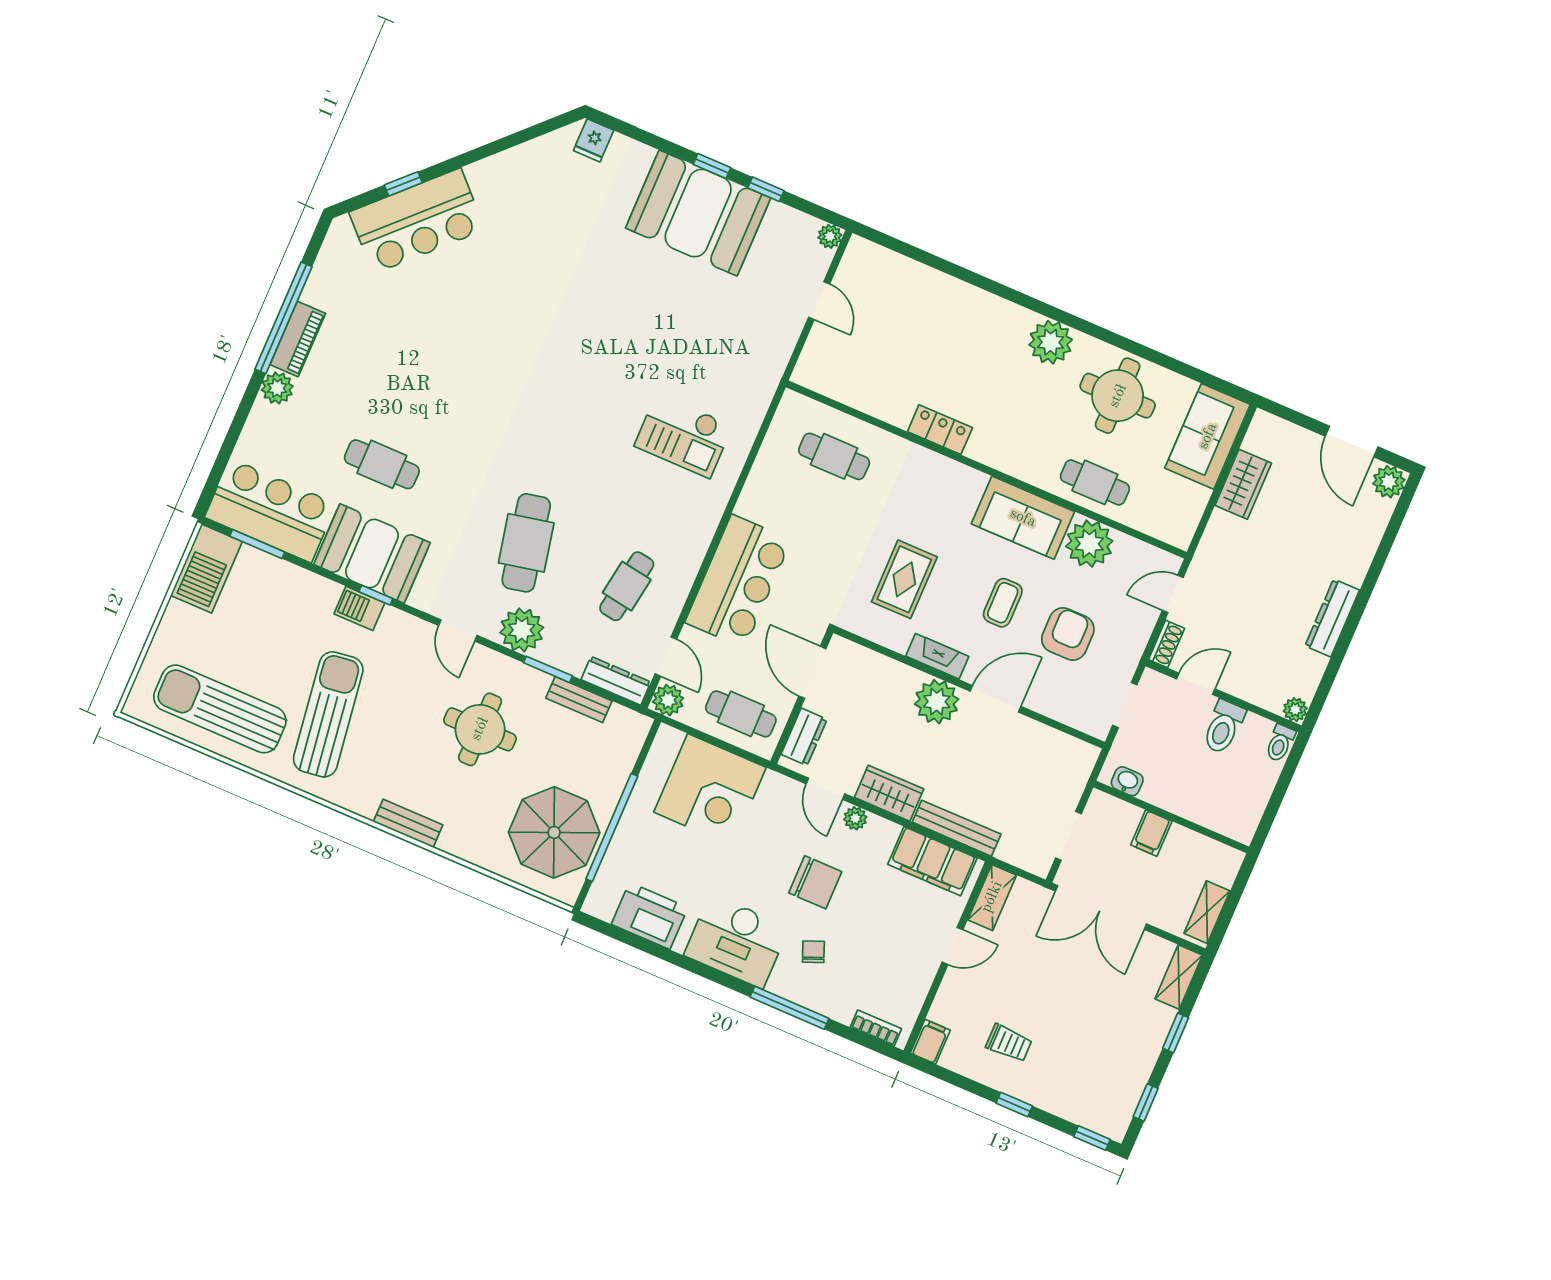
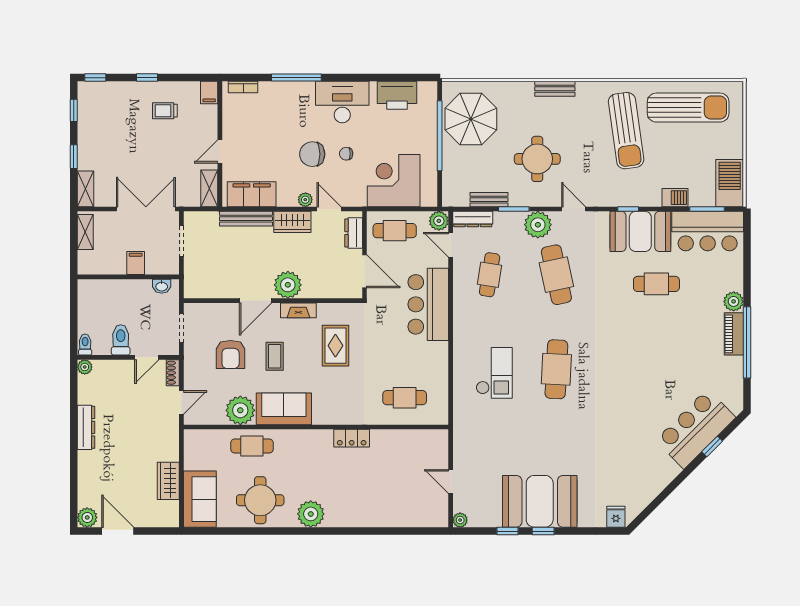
cafe table: (587, 401) -> (556, 369), added
checkout: (683, 436) -> (494, 373), turned 90
barbecue: (359, 608) -> (675, 198), moved
chair: (813, 952) -> (346, 154), moved, turned 112

